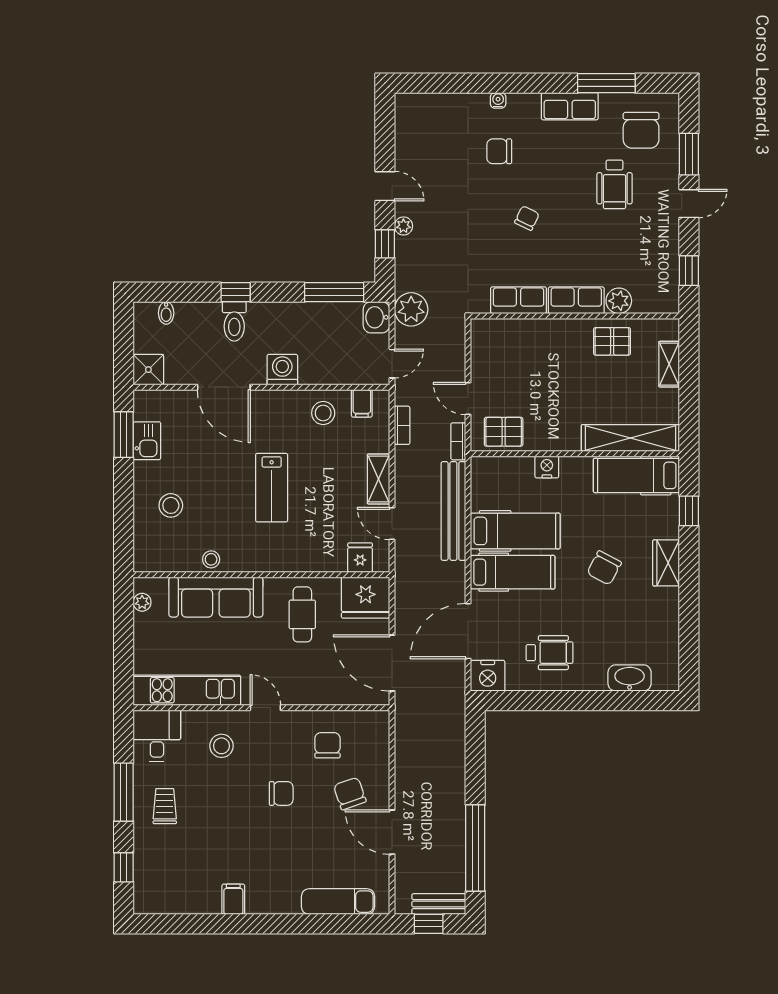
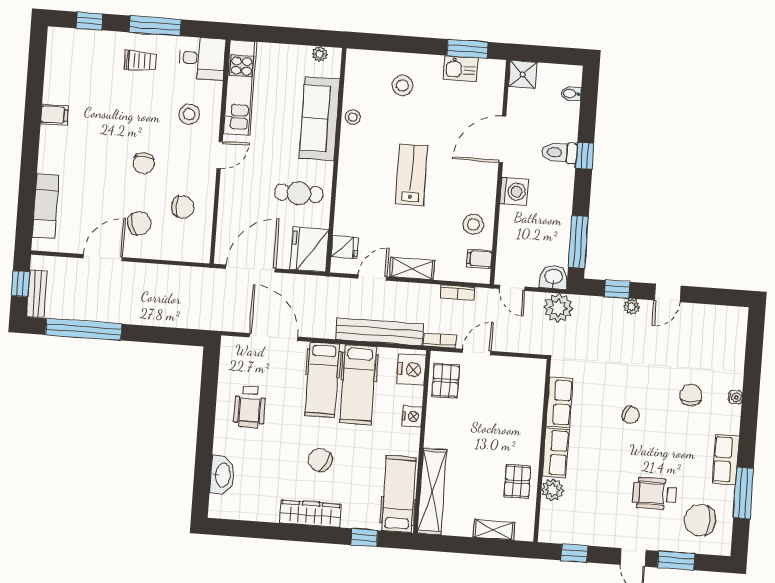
lab bench: (272, 488) -> (412, 175), turned 90
wardrobe: (666, 563) -> (310, 514), width x1.50
nightstand: (488, 676) -> (411, 369), moved, turned 180

